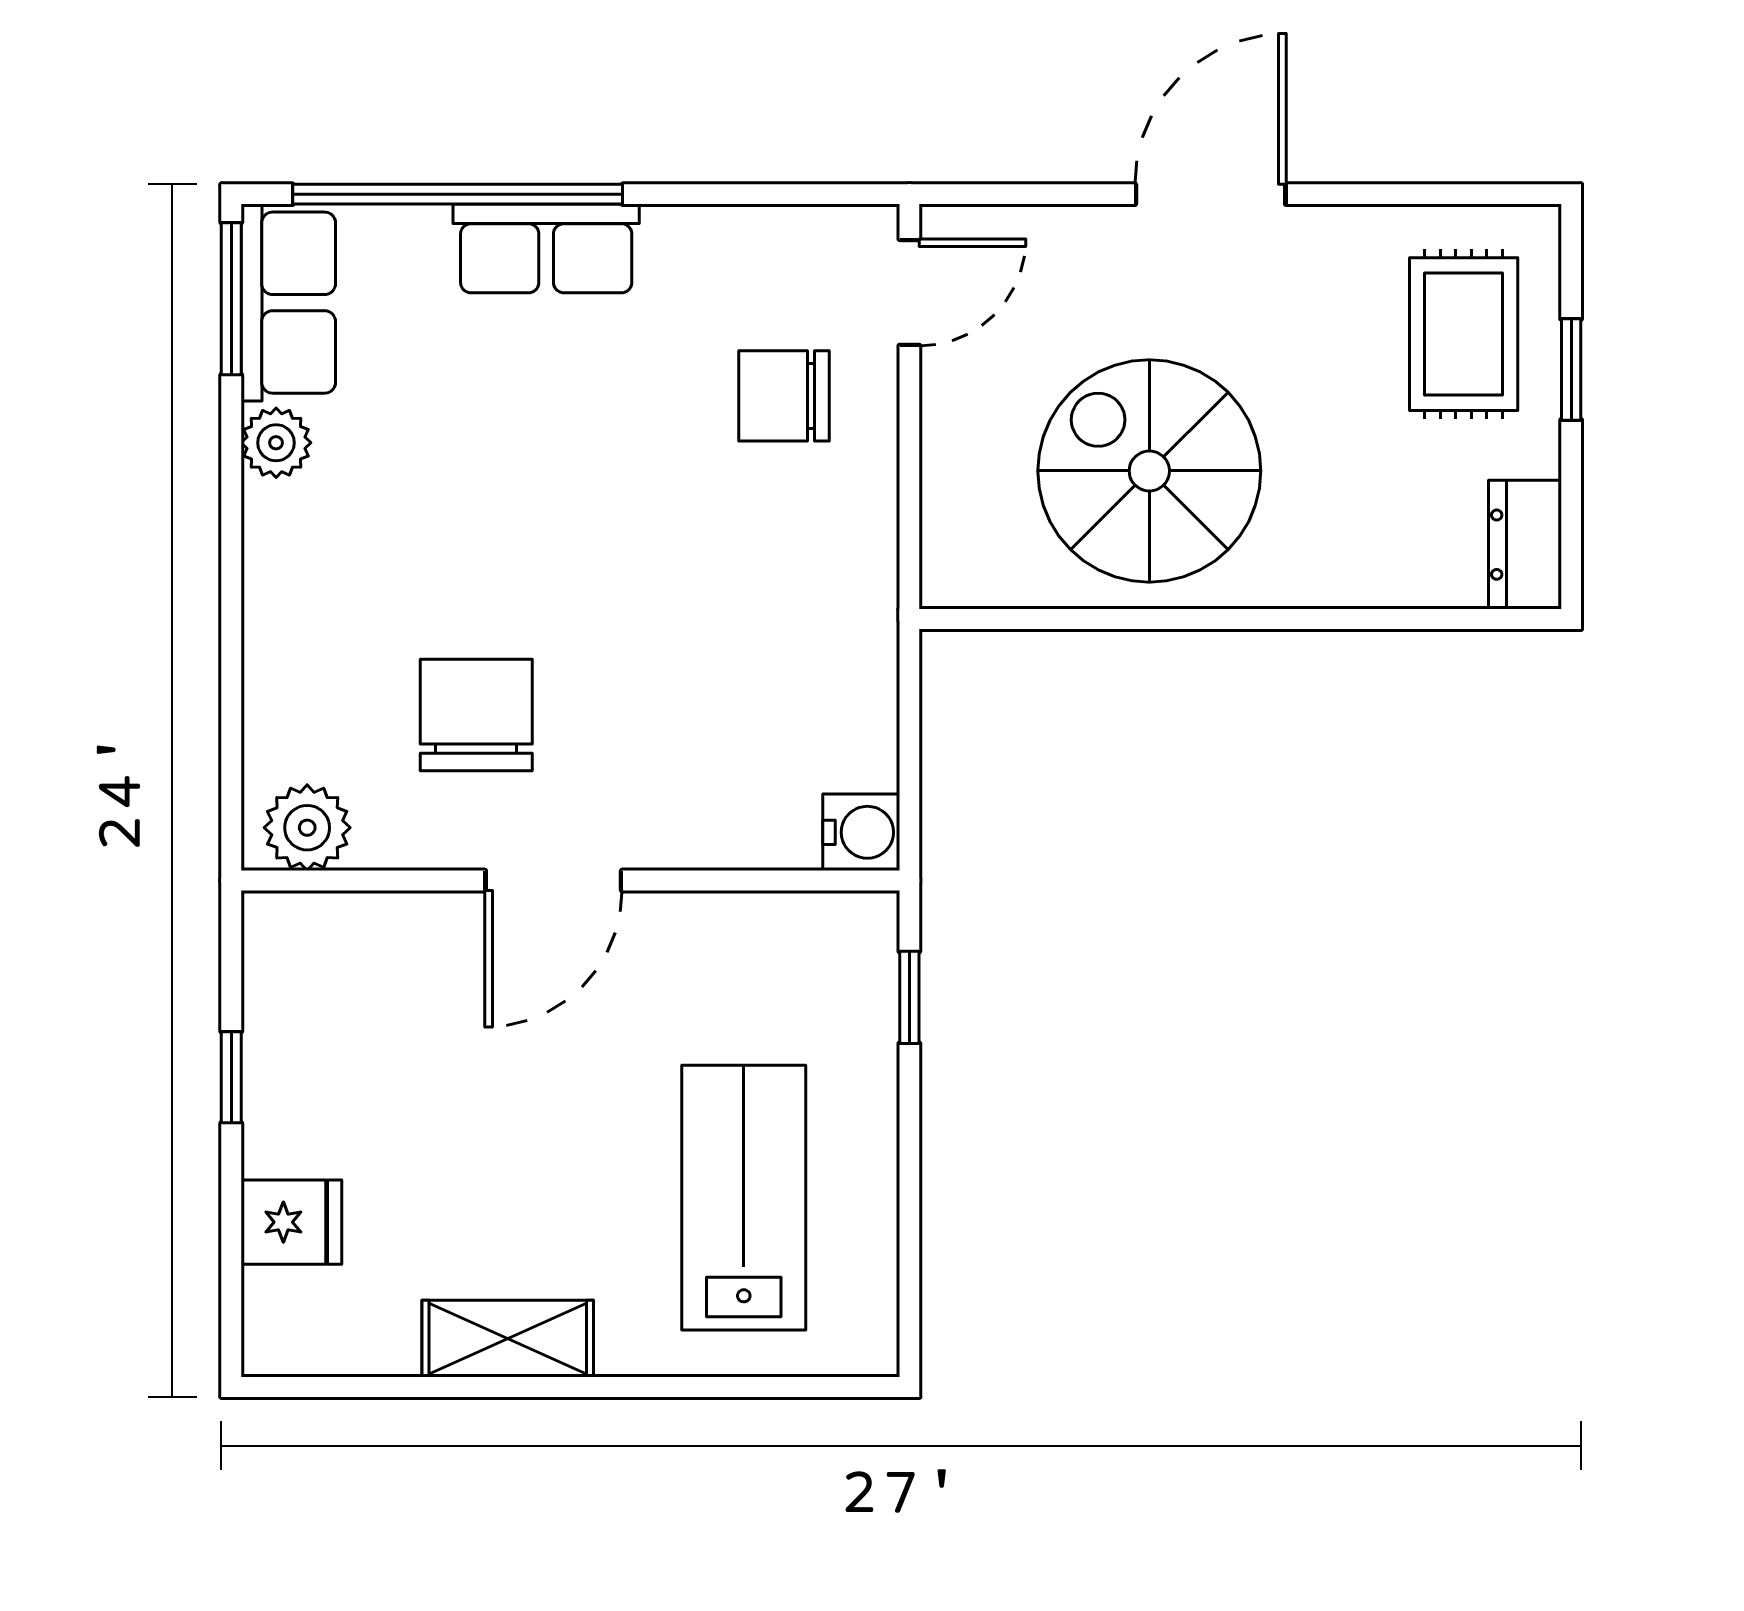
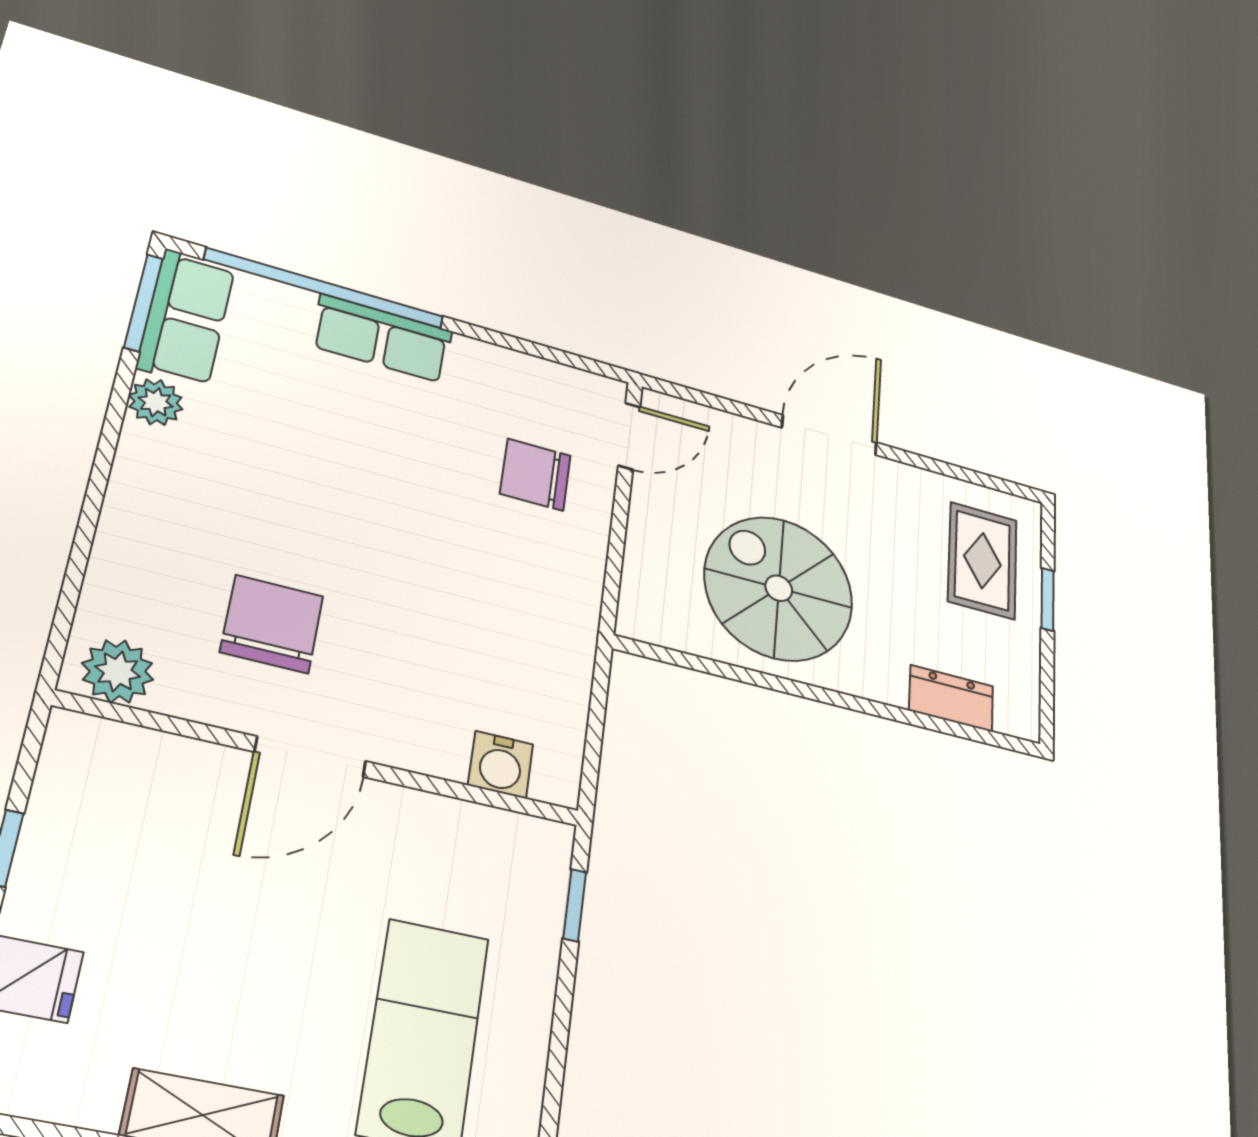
dresser: (1525, 545) -> (951, 698), moved, turned 90
water cooler: (861, 832) -> (501, 765), moved, turned 90

